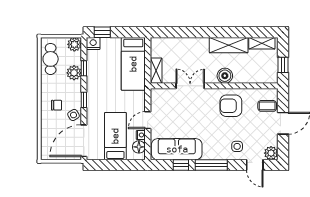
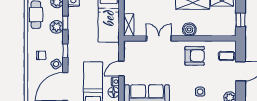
armchair: (231, 106) -> (195, 56), turned 180

